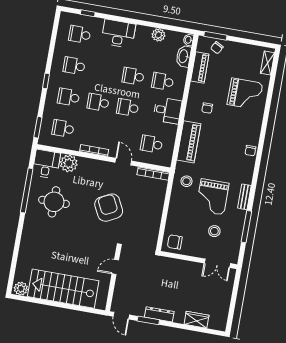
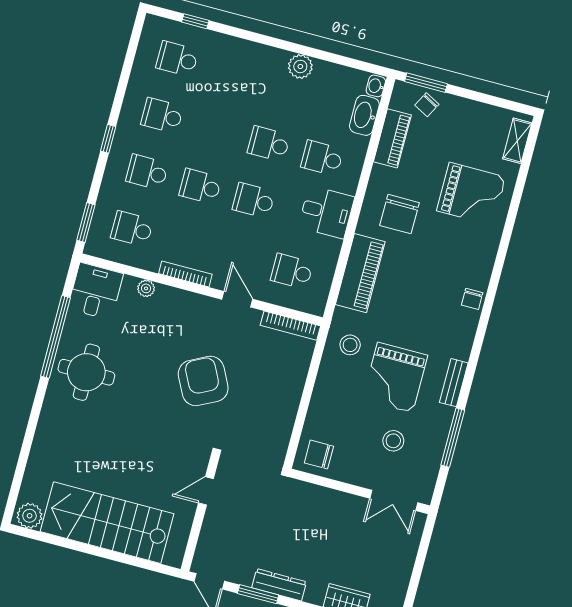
desk: (118, 34) -> (248, 63), removed
plant: (158, 35) -> (300, 66), moved
chair: (207, 108) -> (399, 214), width x1.87, depth x1.87
plant: (69, 163) -> (146, 288), width x0.53, depth x0.53
round table: (54, 202) -> (86, 372), moved

